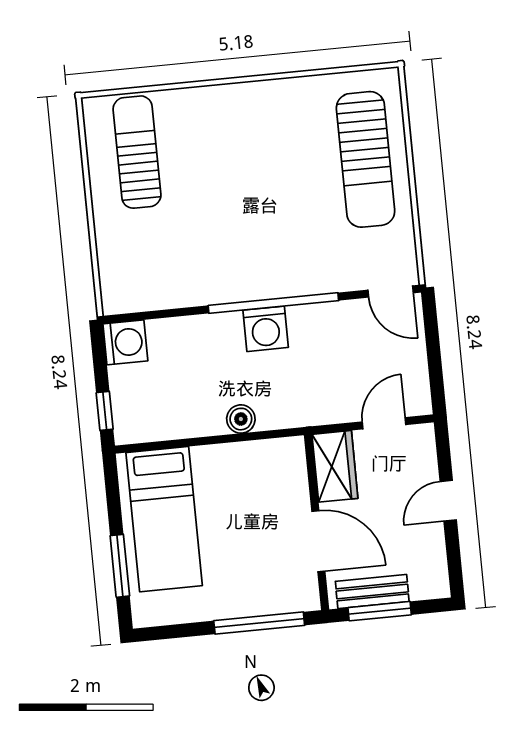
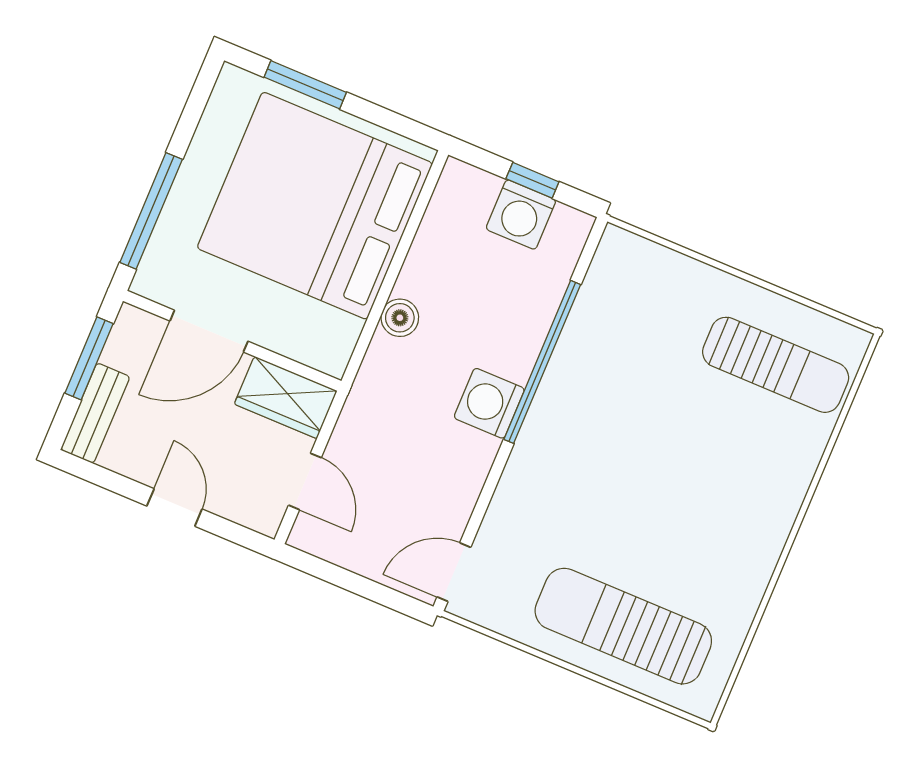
window: (273, 303) -> (542, 362), moved
washing machine: (125, 342) -> (521, 215), moved
window: (105, 411) -> (532, 180), moved
bed: (164, 519) -> (315, 206), width x2.04
bench: (372, 591) -> (95, 413), moved

